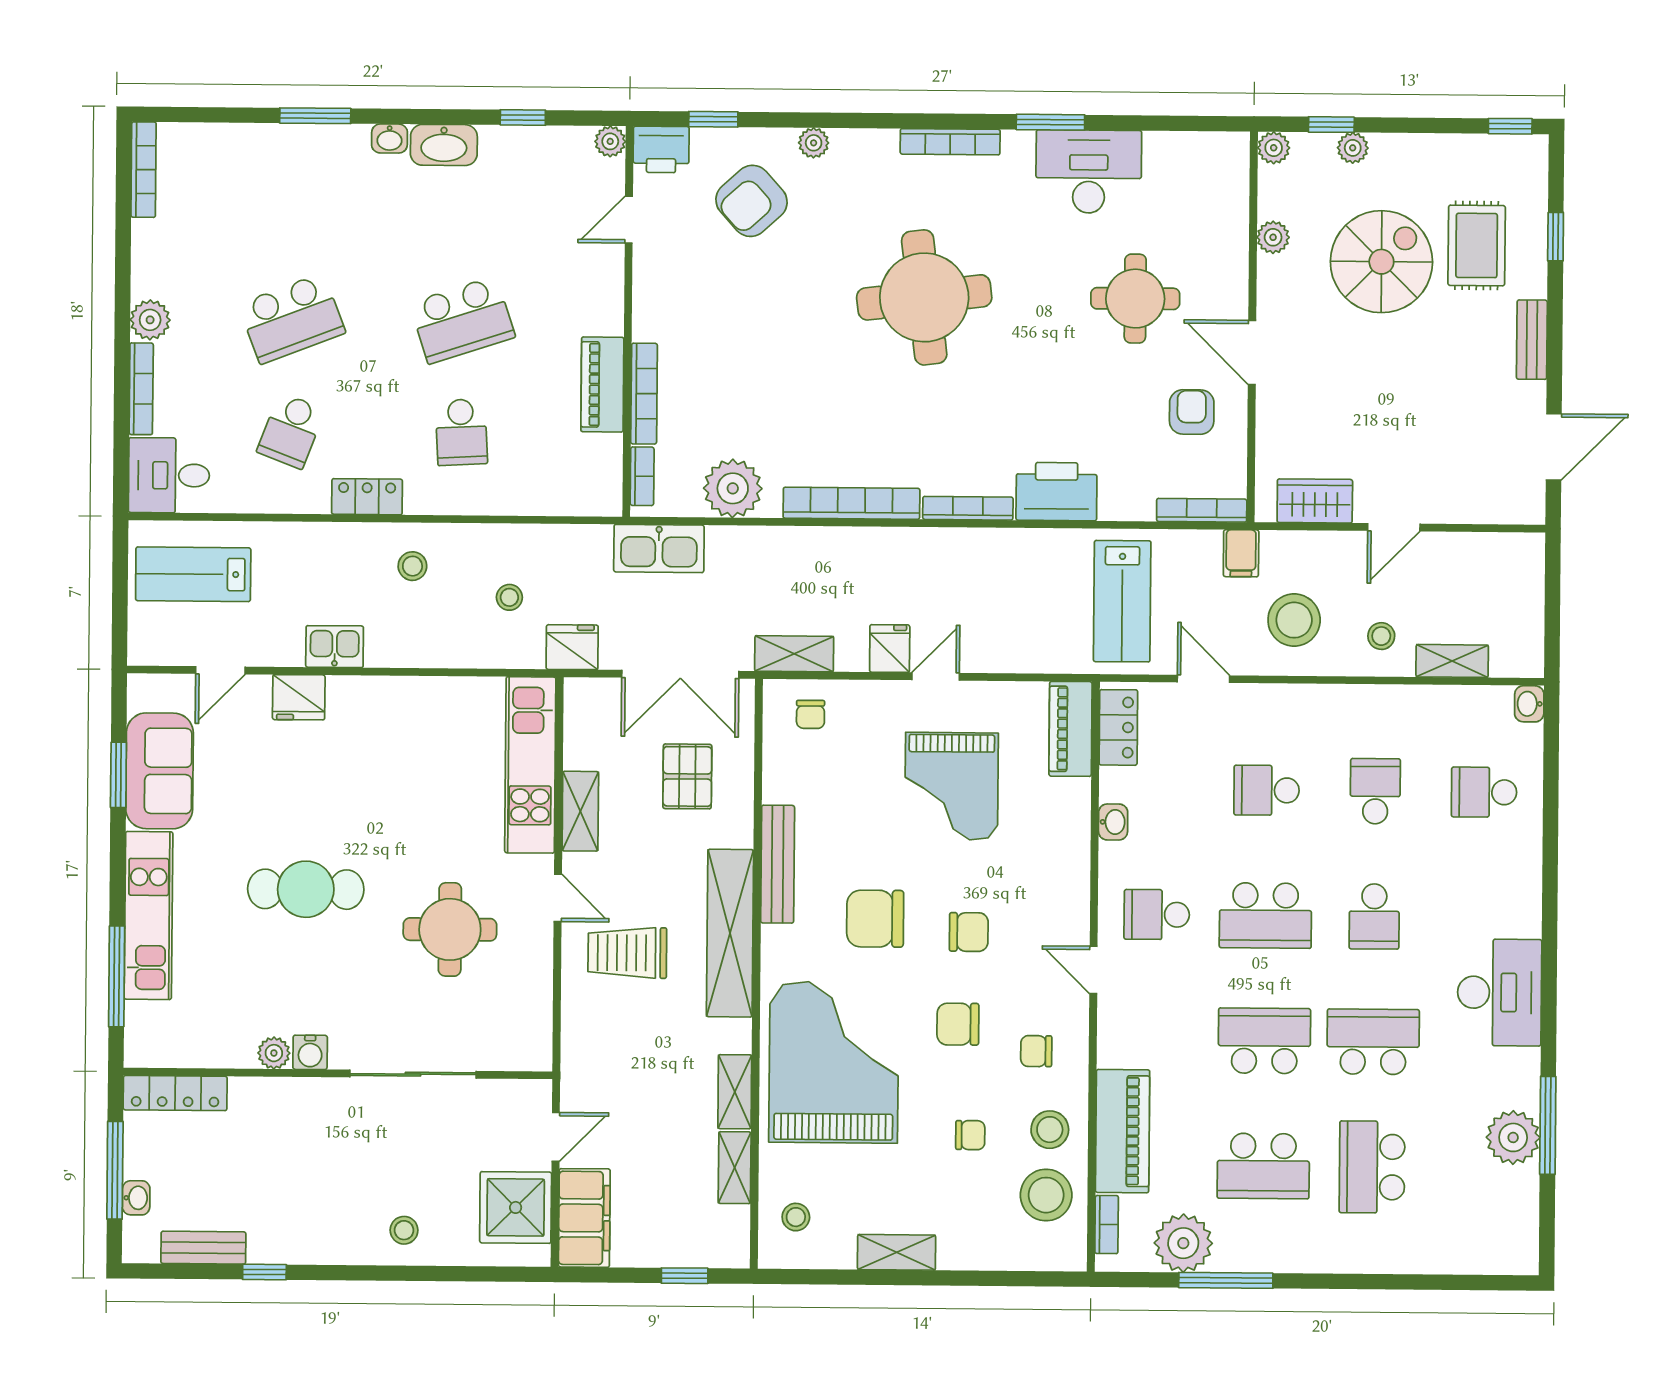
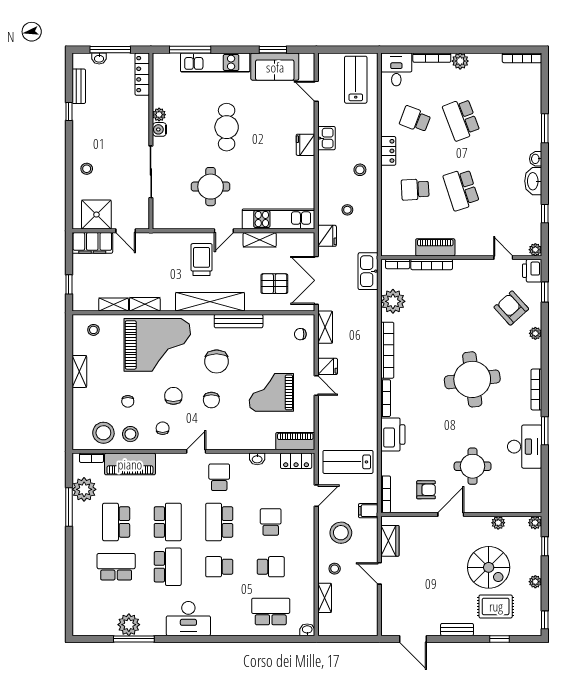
plant: (1353, 148) -> (535, 582), moved
fridge: (299, 697) -> (306, 145), moved
school desk: (1484, 792) -> (271, 611), width x1.85
chair: (875, 919) -> (217, 361), turned 180

